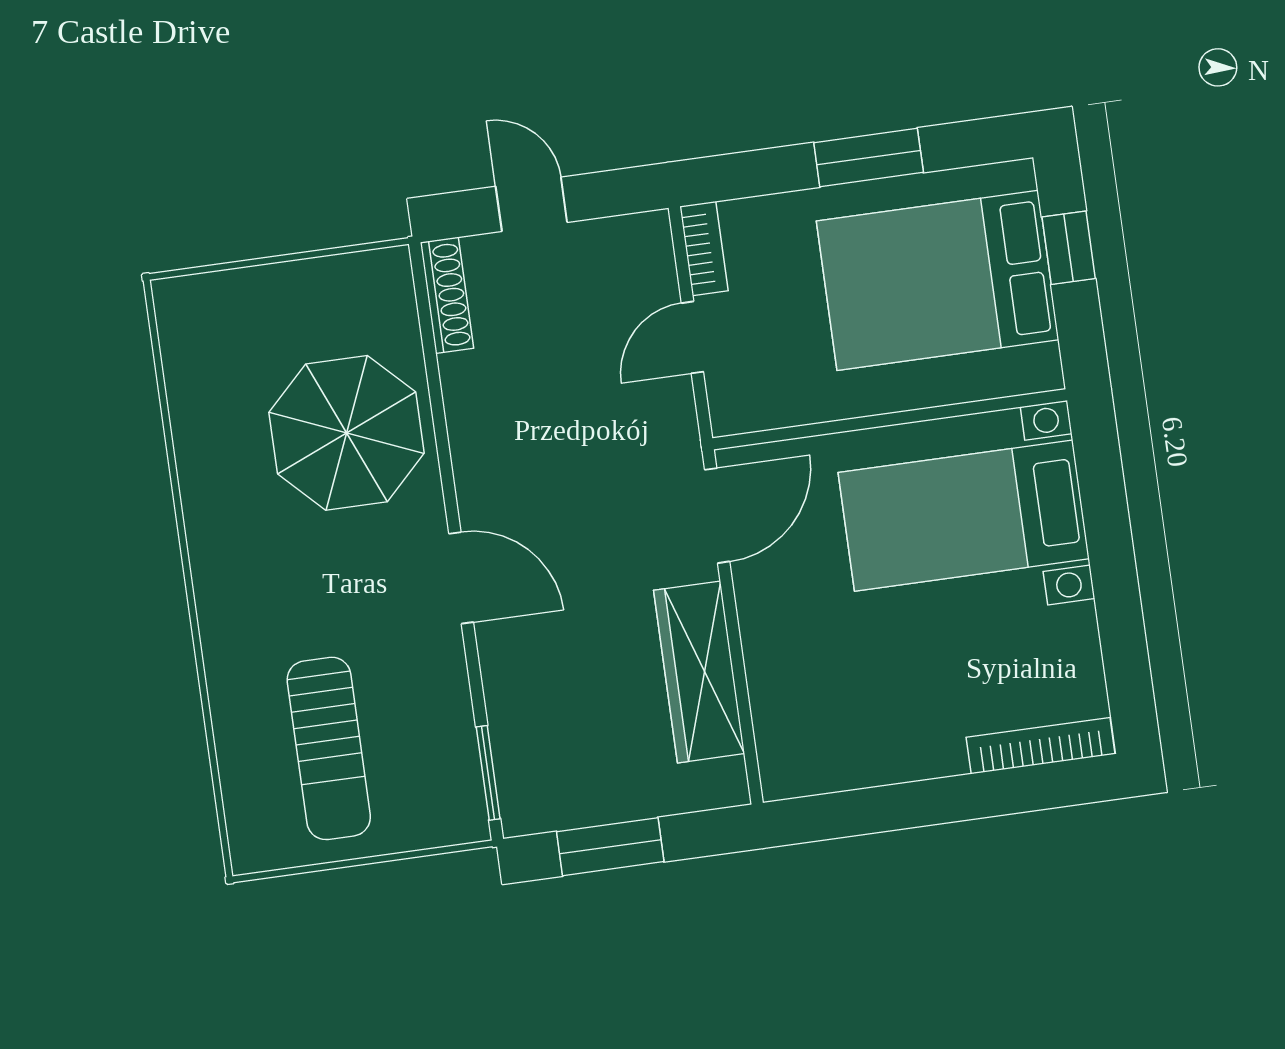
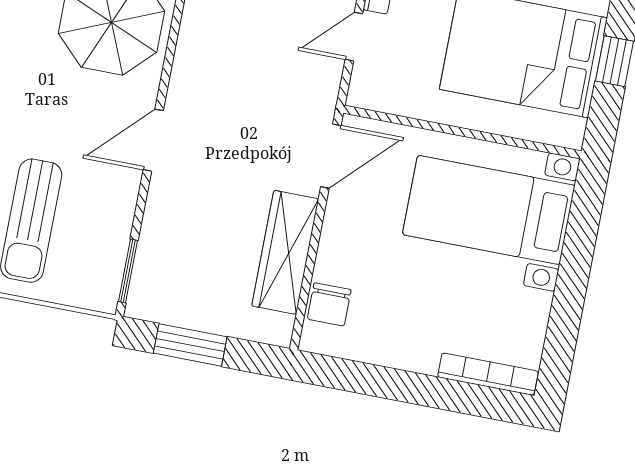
door: (461, 578) -> (153, 140), swing flipped
chair: (785, 724) -> (329, 304), added

